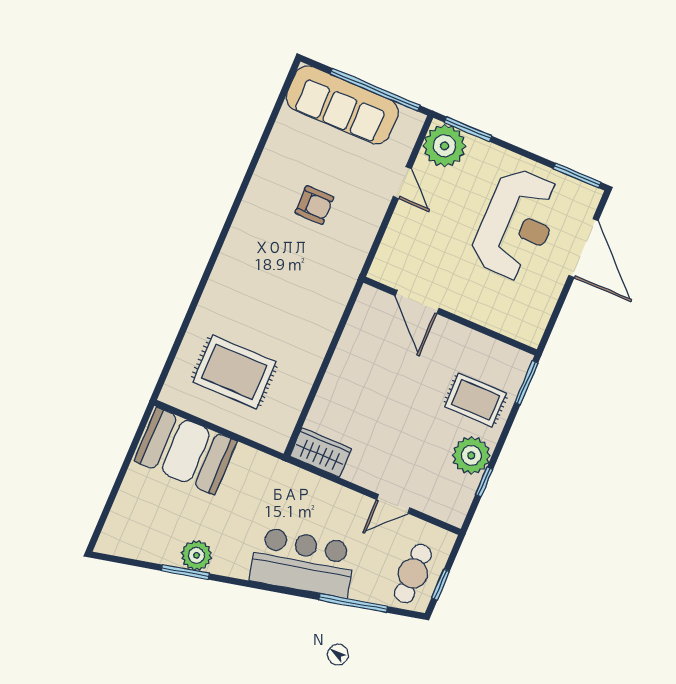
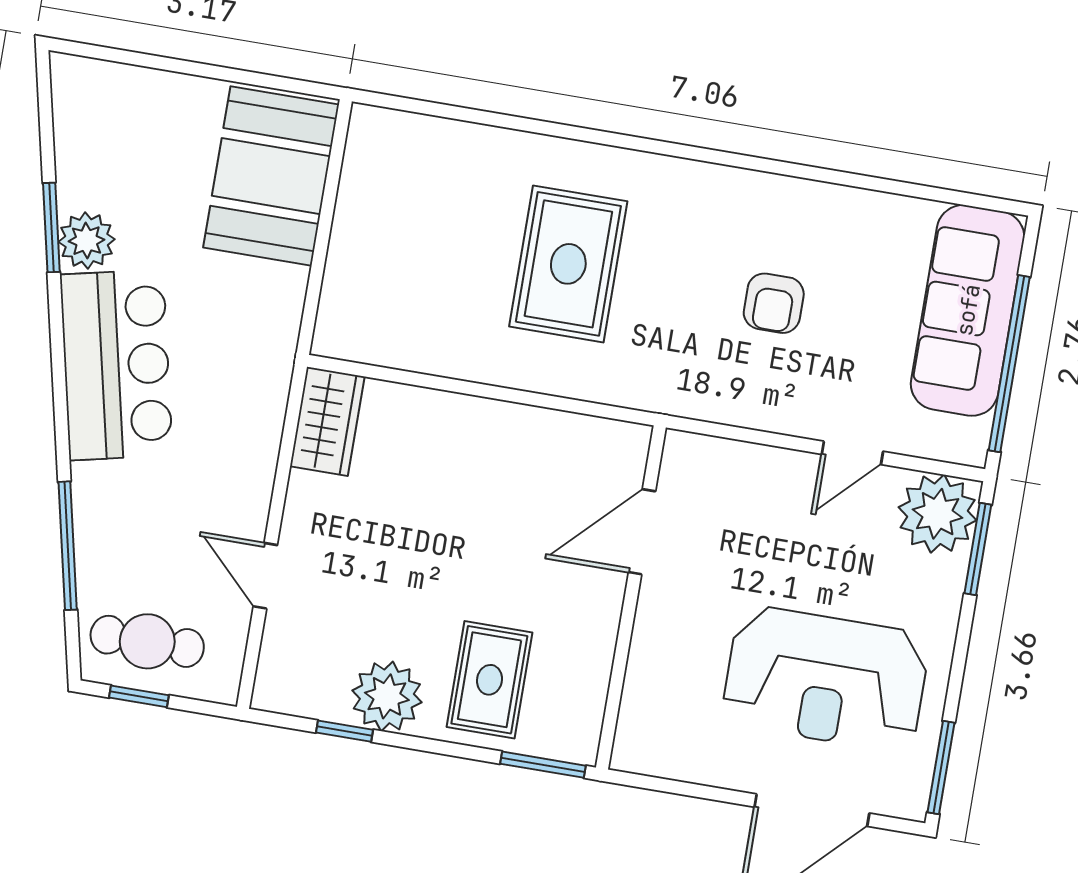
rug: (234, 372) -> (568, 264), moved
bar counter: (303, 562) -> (116, 365), moved

